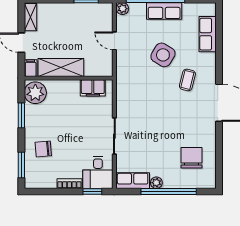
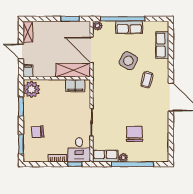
door: (114, 41) -> (92, 50), width x1.87
shelving: (61, 68) -> (73, 70), moved
chair: (191, 158) -> (134, 134), moved

